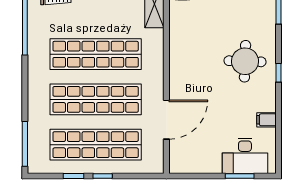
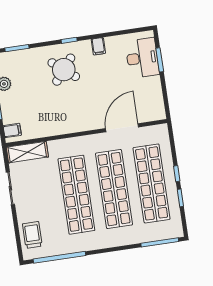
round table: (245, 61) -> (64, 70), turned 37
door: (166, 120) -> (122, 128), hinge flipped
filing cabinet: (266, 120) -> (98, 46), moved

